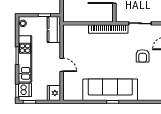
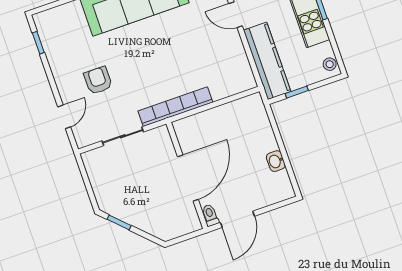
kitchen counter: (54, 29) -> (267, 61), width x1.50

